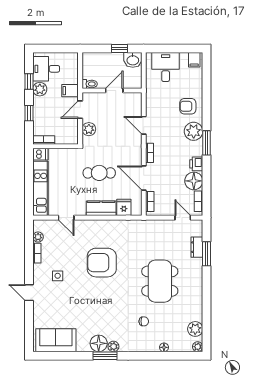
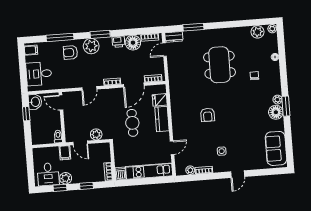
door: (114, 91) -> (61, 103), moved
window: (207, 95) -> (60, 37), added
armchair: (188, 106) -> (70, 52), turned 90
dresser: (197, 247) -> (174, 37), moved
armchair: (102, 263) -> (208, 115), width x0.53, depth x0.53
dining table: (160, 281) -> (220, 65), turned 90

